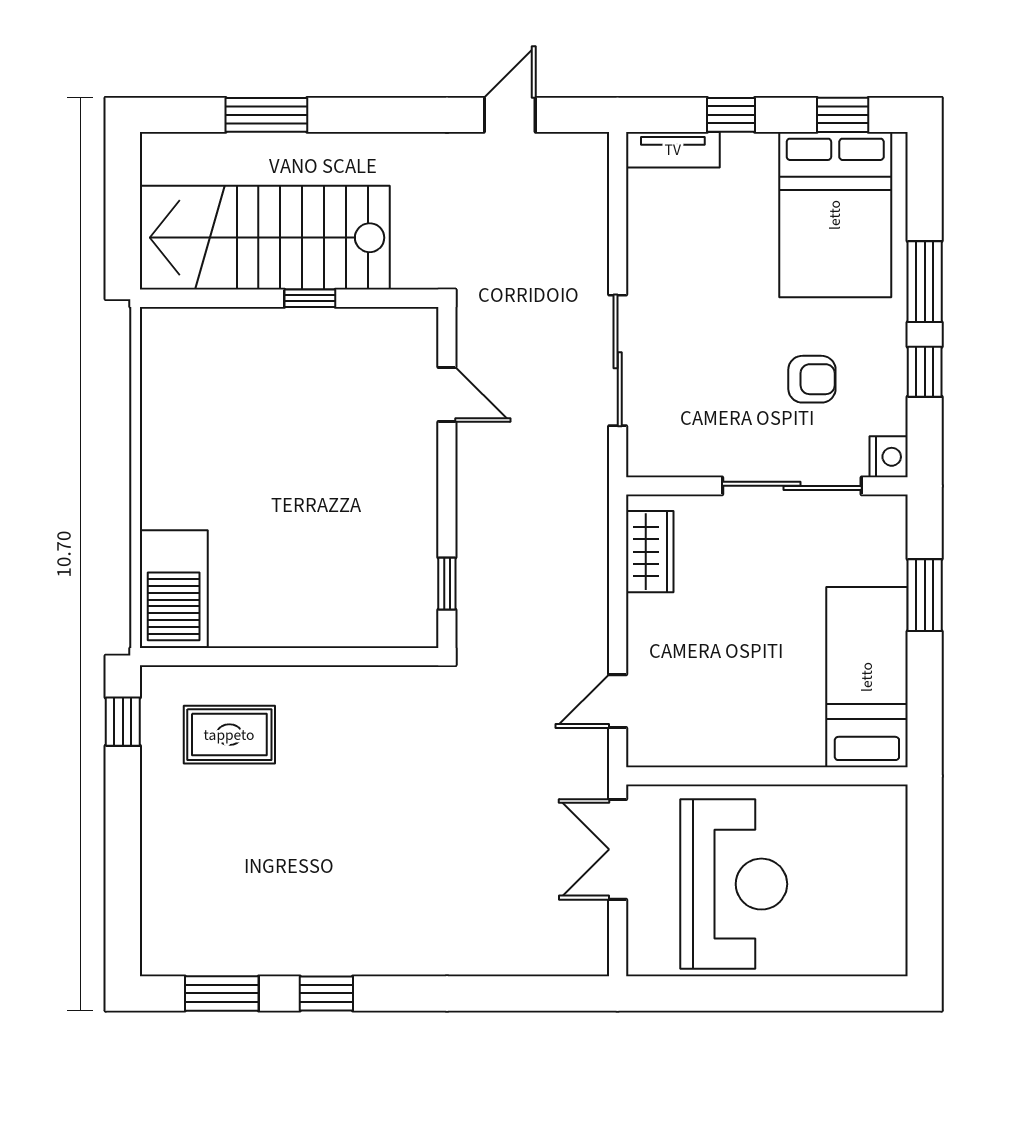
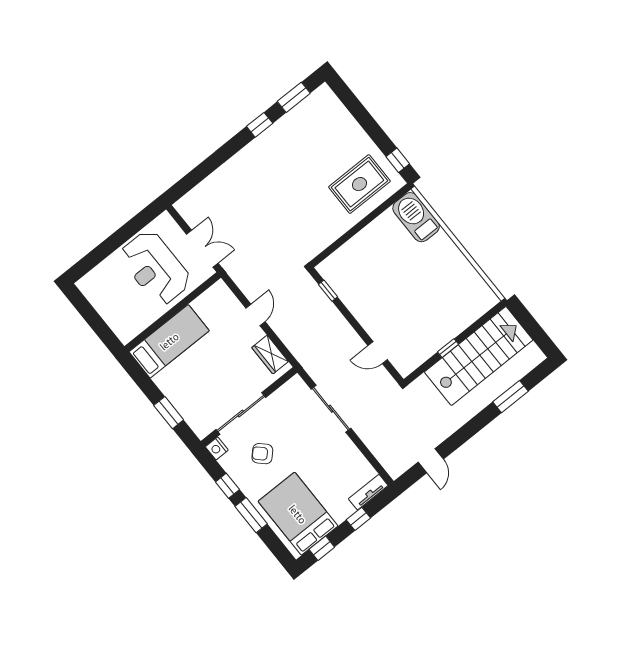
armchair: (812, 379) -> (262, 454), turned 44
bed: (867, 677) -> (169, 341), moved, turned -90
door: (618, 701) -> (255, 315), moved
rug: (229, 735) -> (359, 184), width x1.36, depth x1.43

